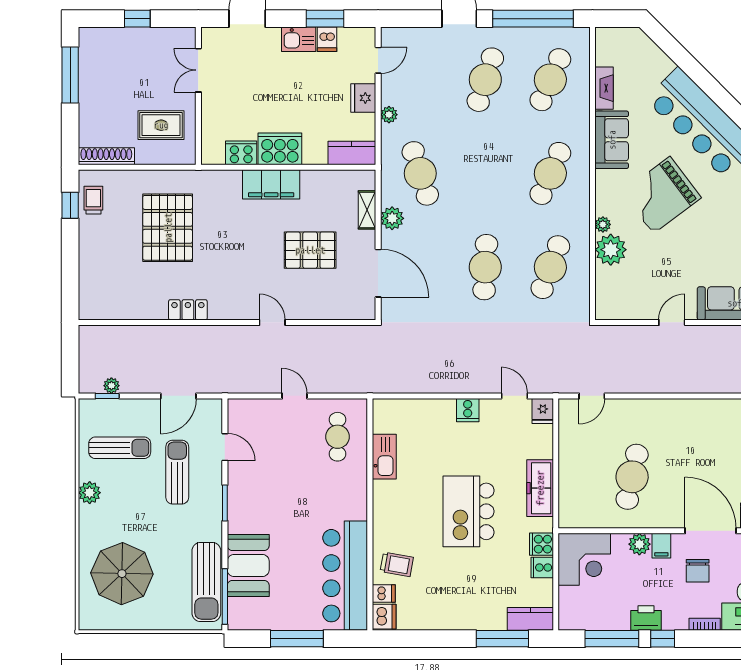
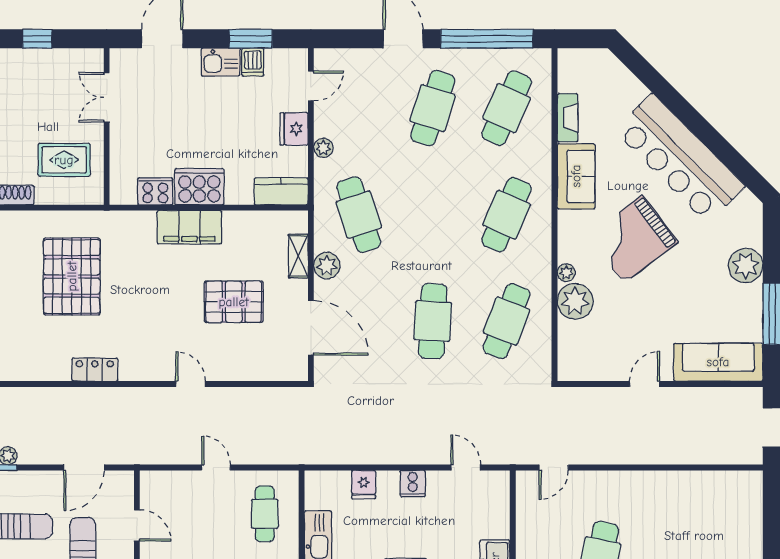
fridge: (543, 411) -> (364, 485), moved

